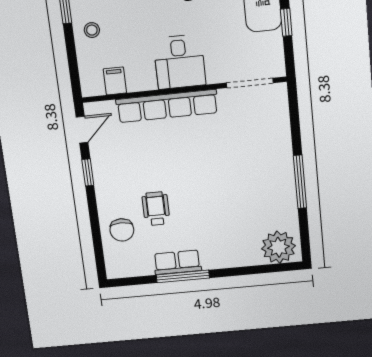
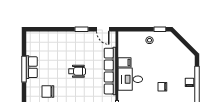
filing cabinet: (115, 81) -> (125, 62), moved
wheelchair: (156, 209) -> (77, 71), moved
chair: (122, 230) -> (48, 91), moved

